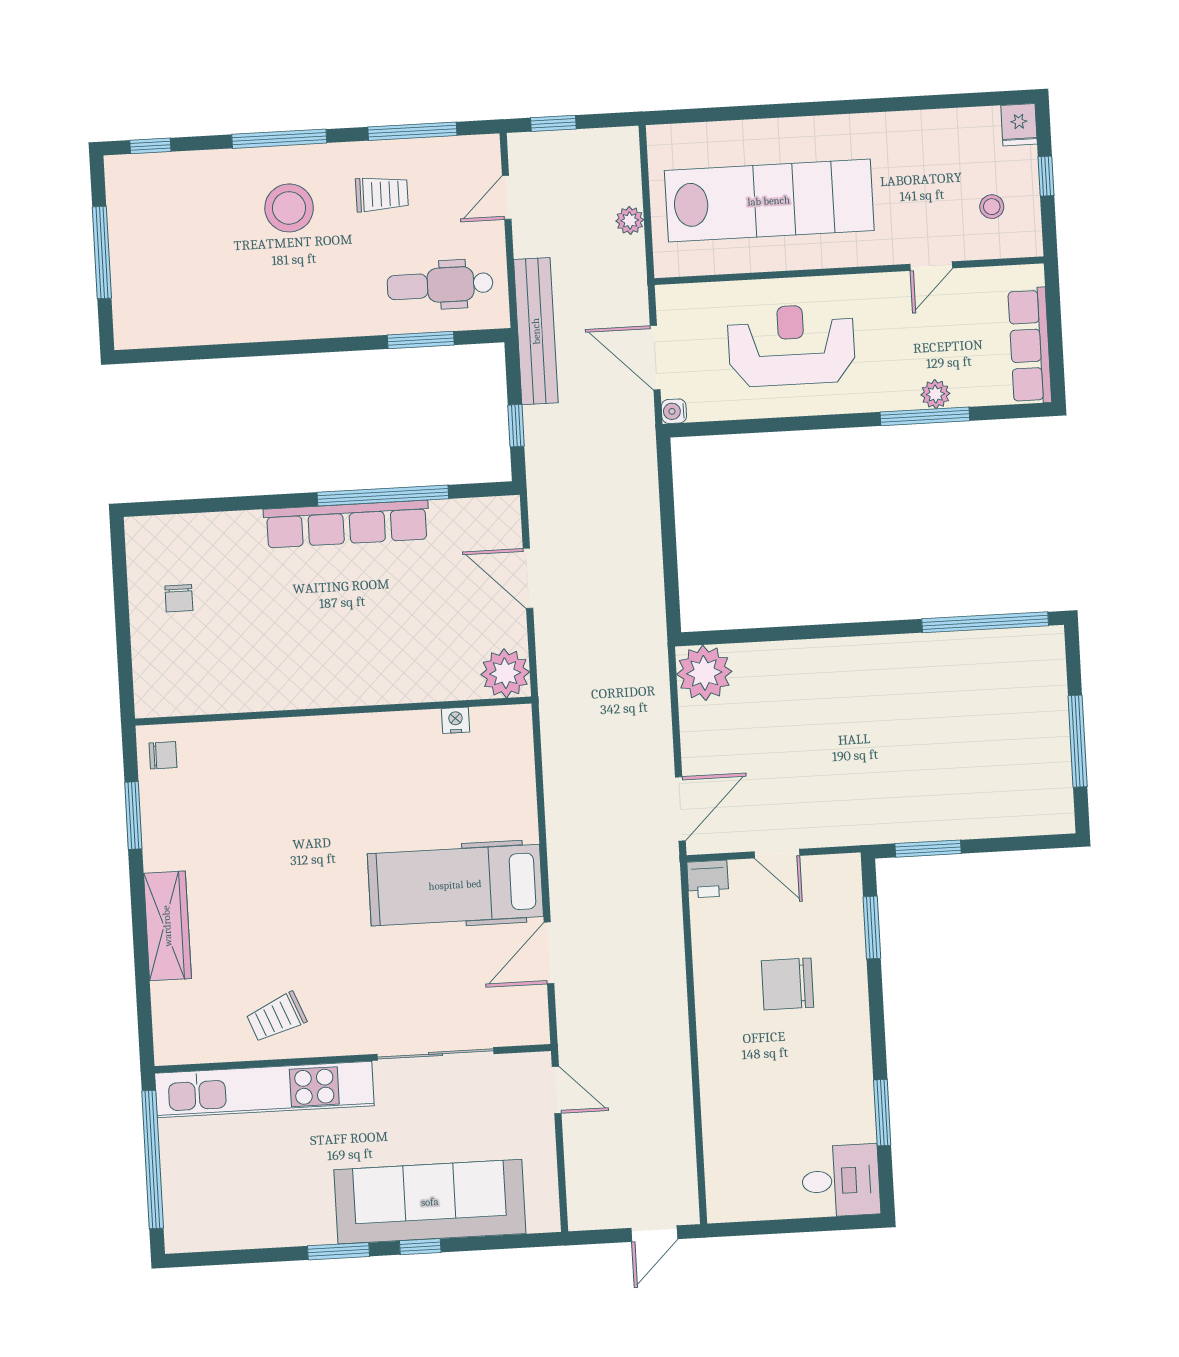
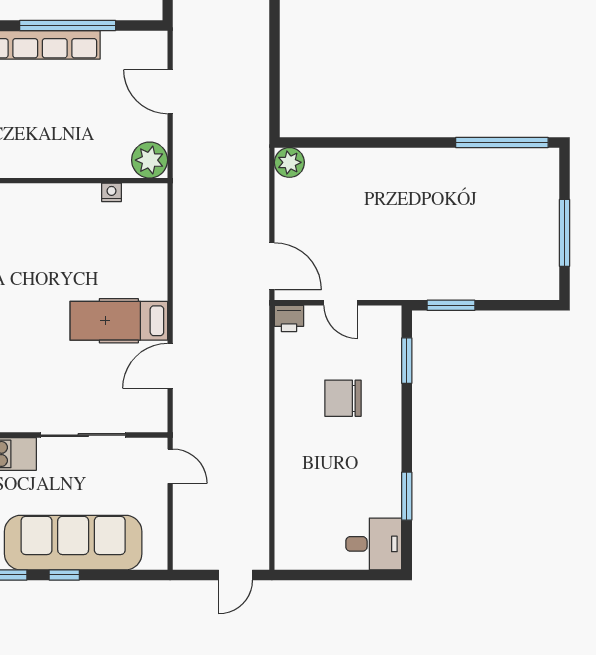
plant: (704, 673) -> (289, 162), width x0.73, depth x0.73
door: (680, 809) -> (272, 266), hinge flipped
hospital bed: (455, 885) -> (119, 321), width x0.73, depth x0.78

